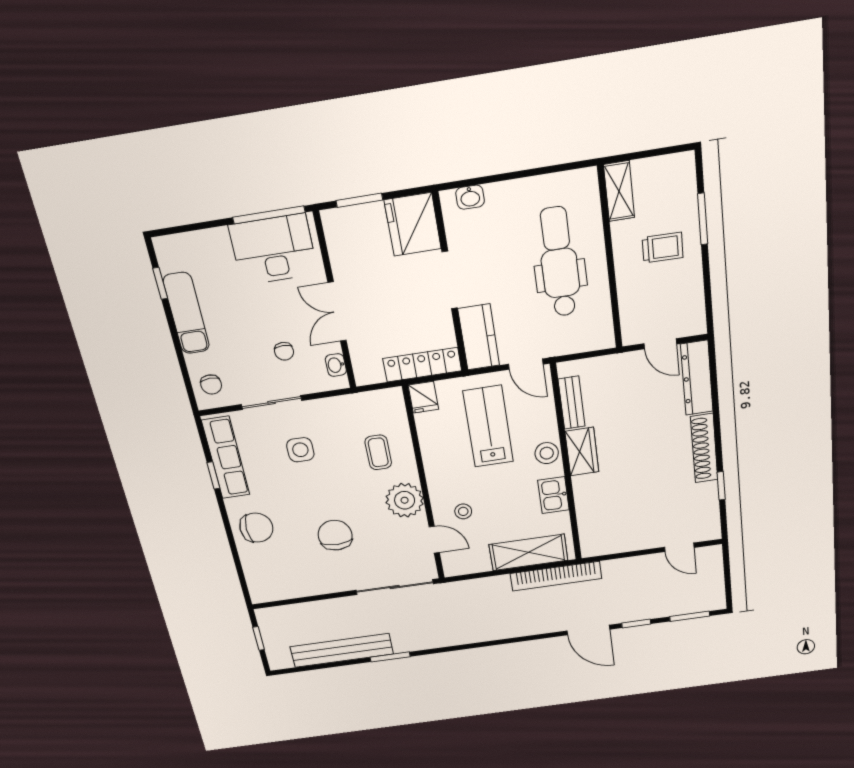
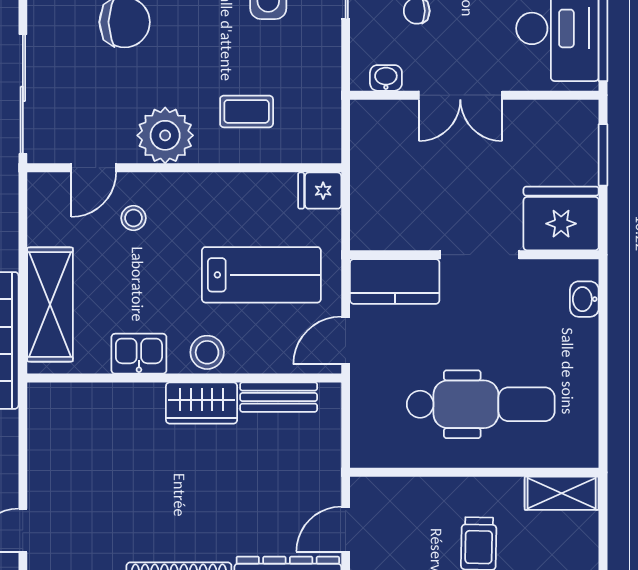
double door: (337, 312) -> (460, 95), swing flipped
locker: (422, 365) -> (368, 197), removed

